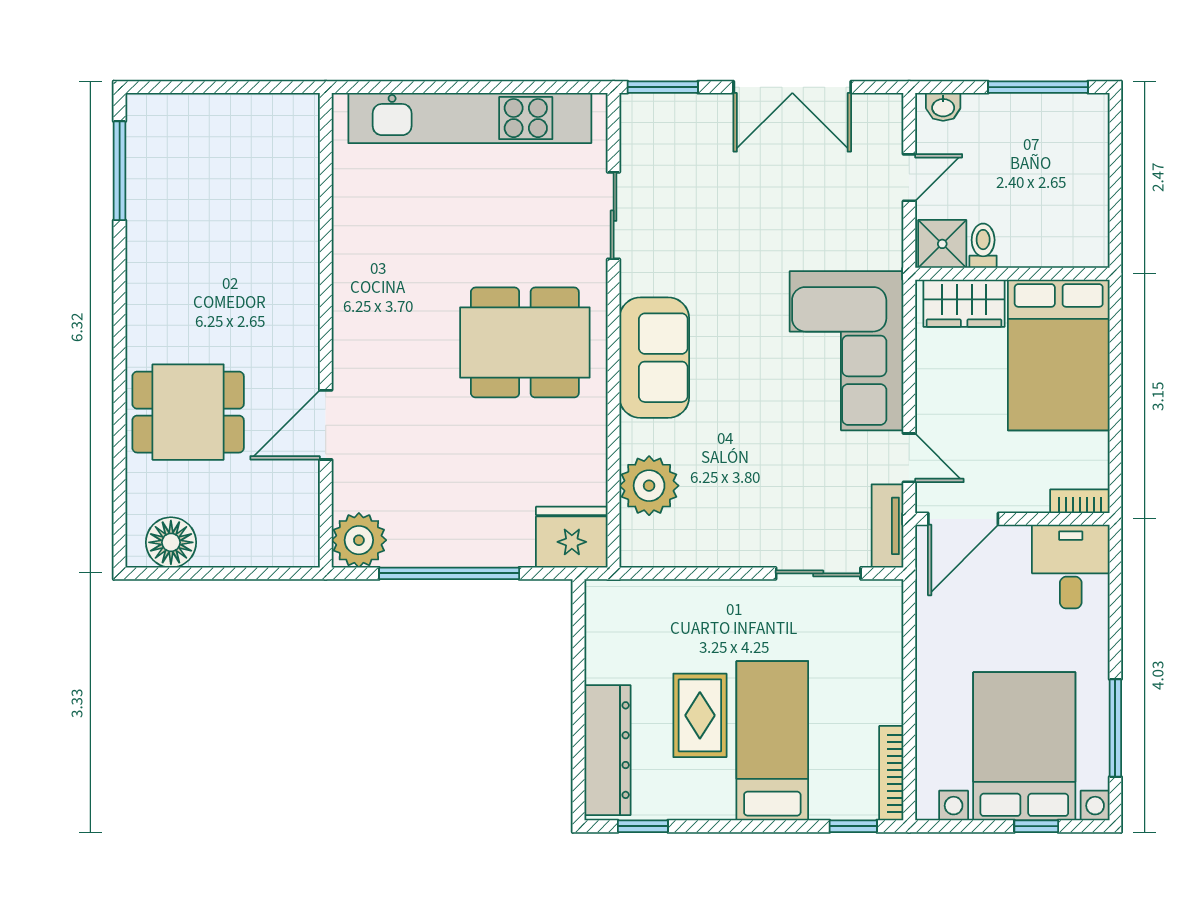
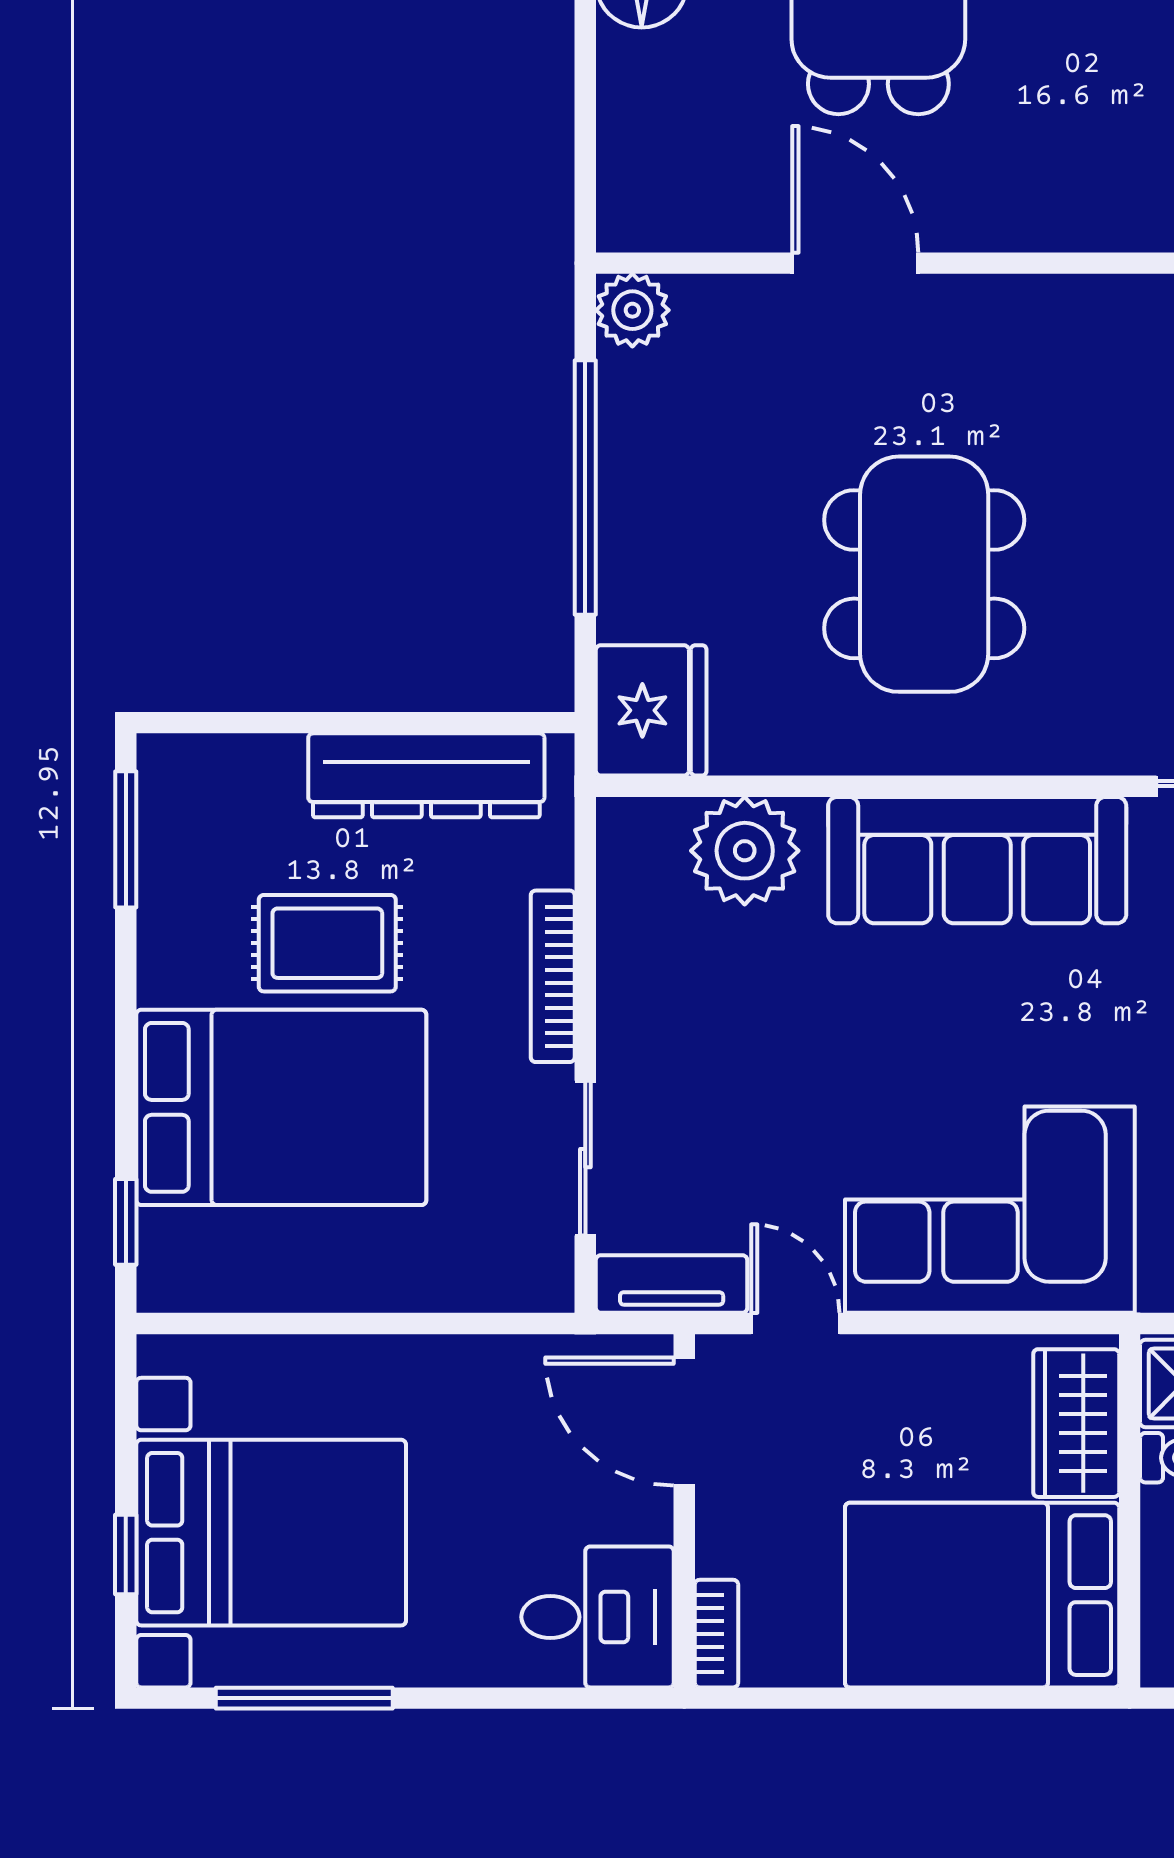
dining table: (525, 342) -> (924, 574), moved
sofa: (654, 358) -> (977, 860), width x1.36
door: (909, 458) -> (795, 1323), swing flipped
plant: (359, 540) -> (632, 310), width x0.73, depth x0.73
bed: (772, 741) -> (281, 1107), width x1.50
dresser: (608, 750) -> (426, 775), moved
bookcase: (891, 773) -> (553, 976), moved, turned -90
window: (643, 826) -> (126, 839), width x1.50

